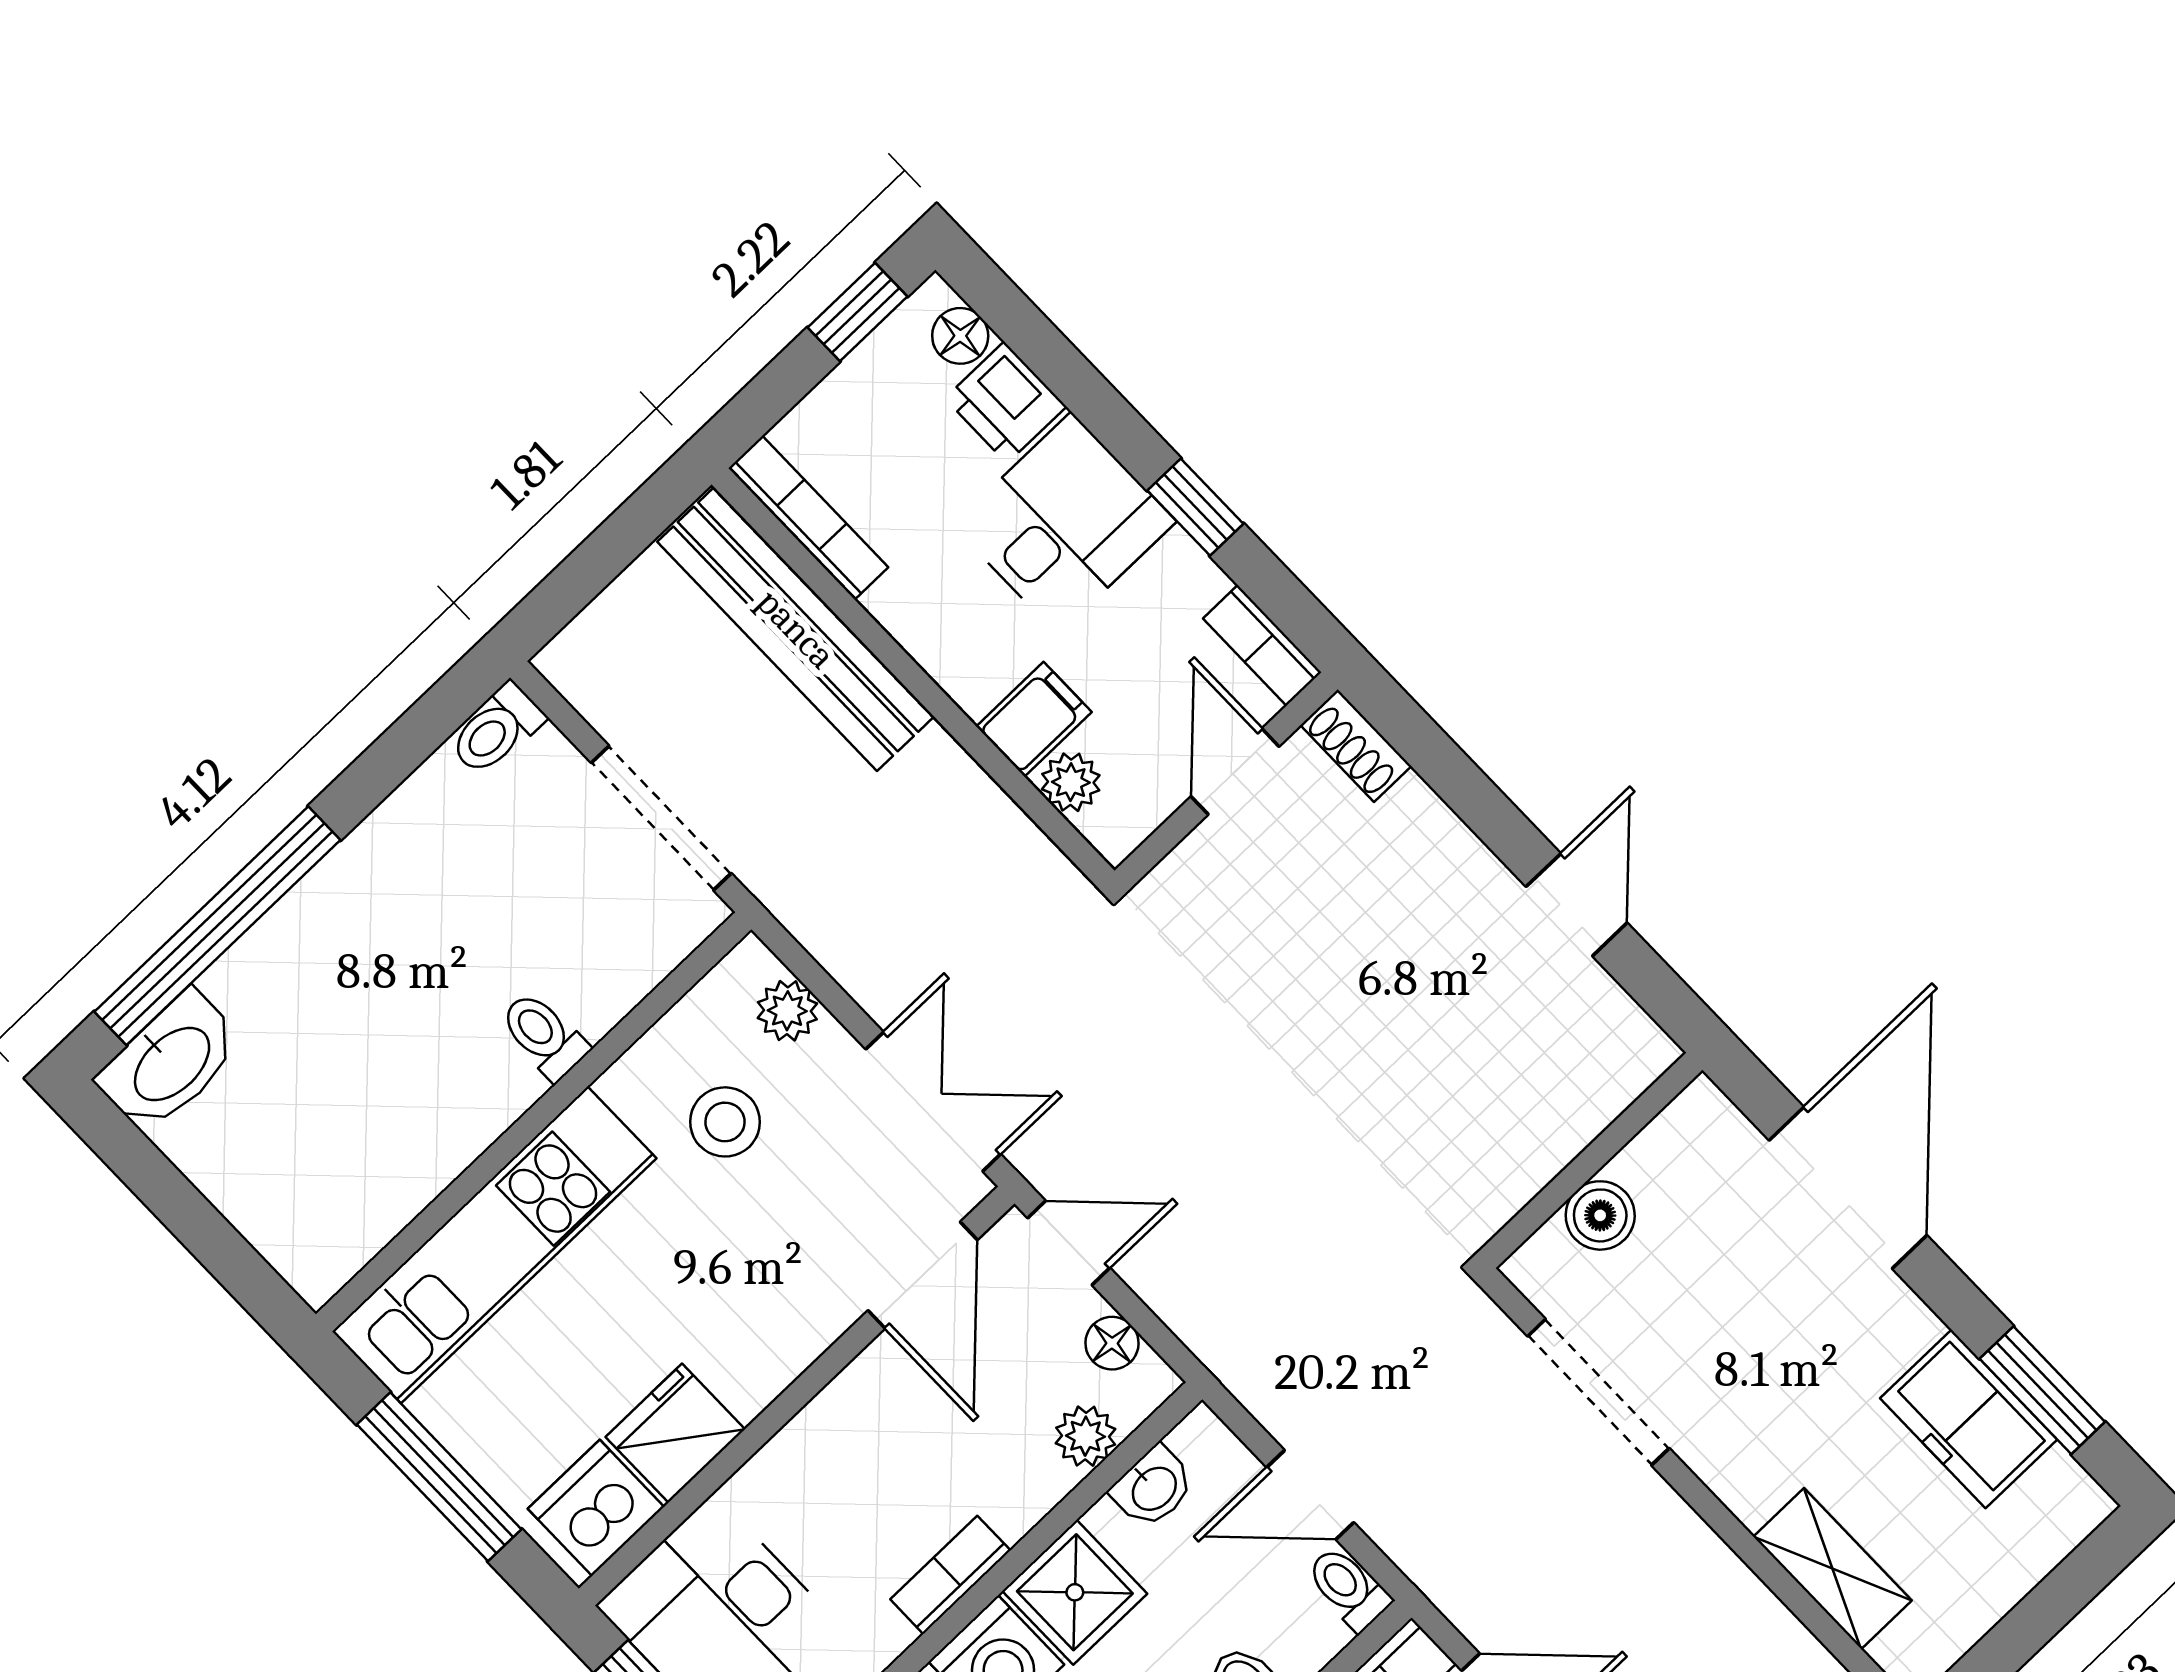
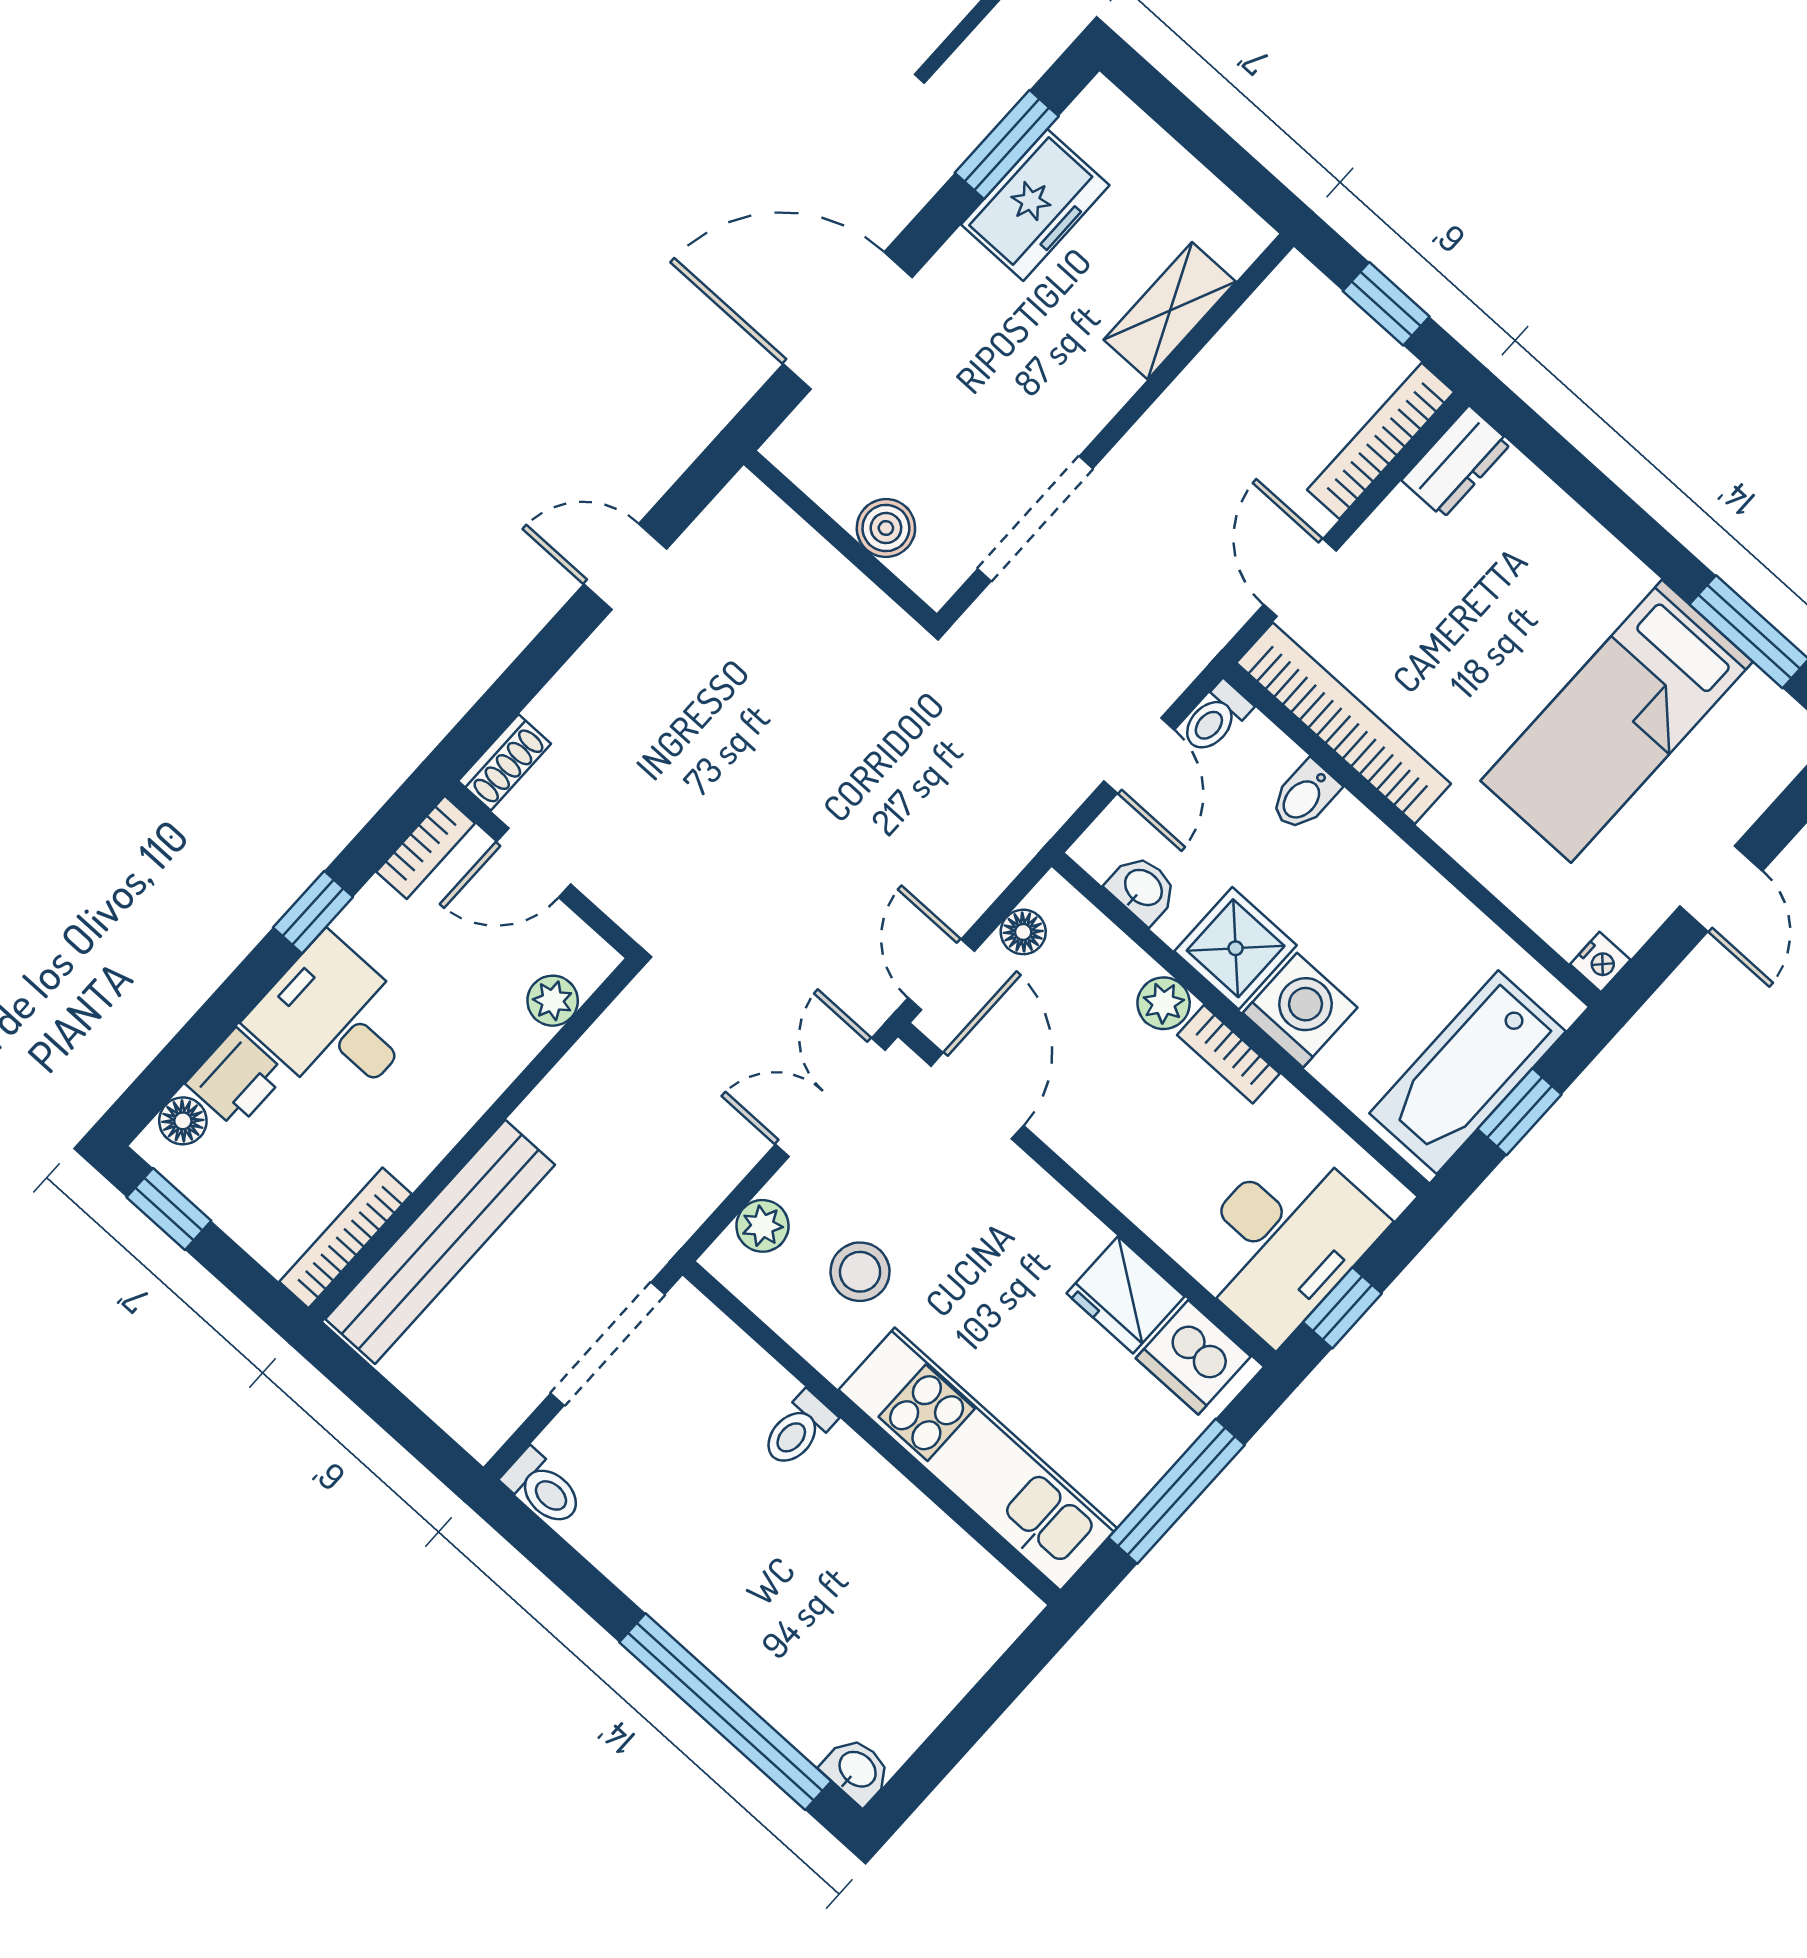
filing cabinet: (1034, 719) -> (502, 1036), removed
washbasin: (170, 1062) -> (857, 1770), width x0.52, depth x0.69
door: (923, 1275) -> (977, 1096), hinge flipped
plant: (1086, 1436) -> (1164, 1003), moved

